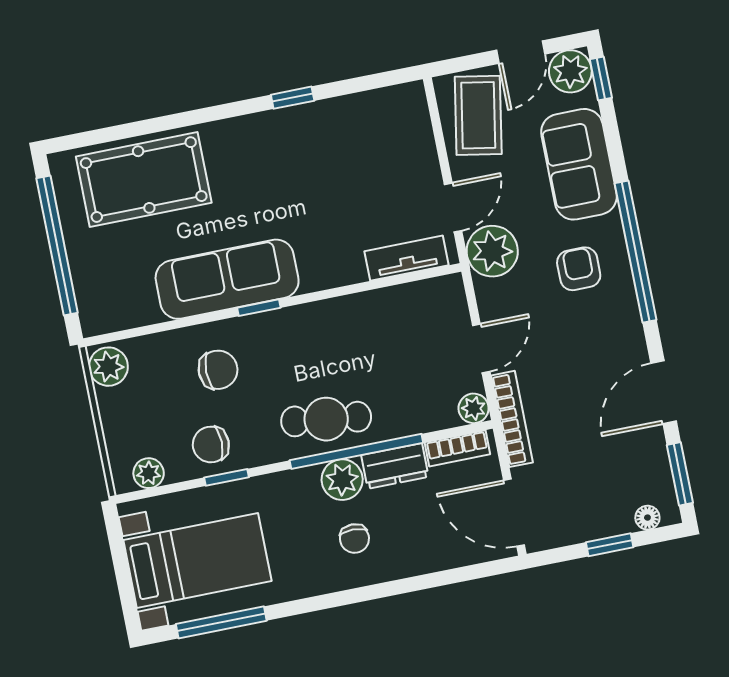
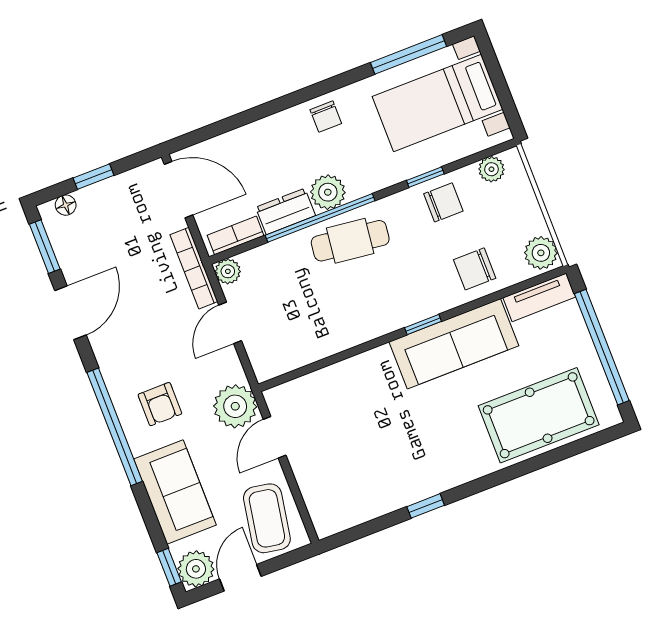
tv unit: (406, 258) -> (539, 297), moved
chair: (218, 370) -> (475, 269), moved
chair: (354, 539) -> (326, 117), moved, turned 180

